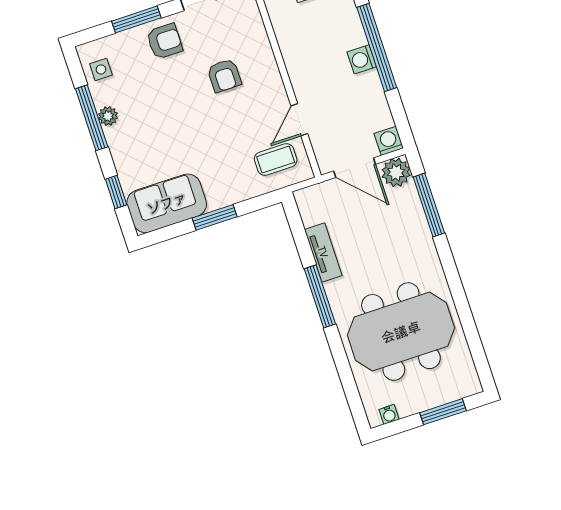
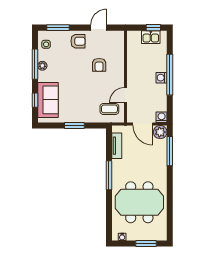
window: (136, 19) -> (58, 28), moved
sofa: (167, 203) -> (48, 100), moved, turned 90
tv unit: (323, 252) -> (117, 146), moved

